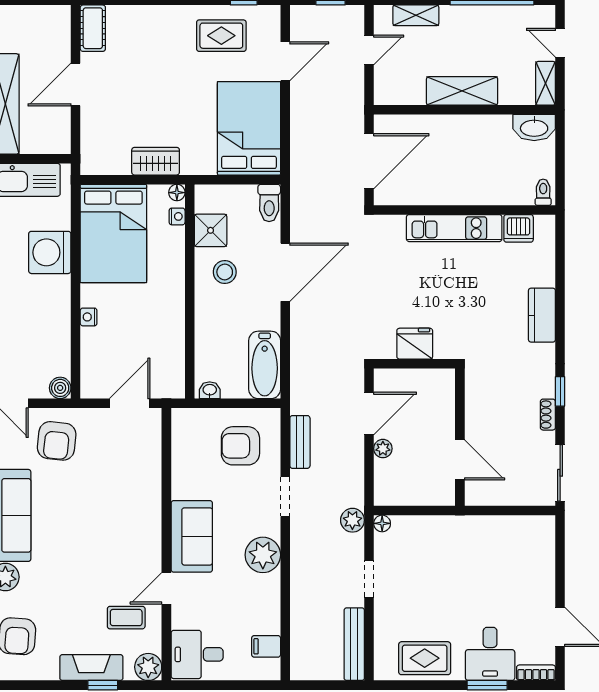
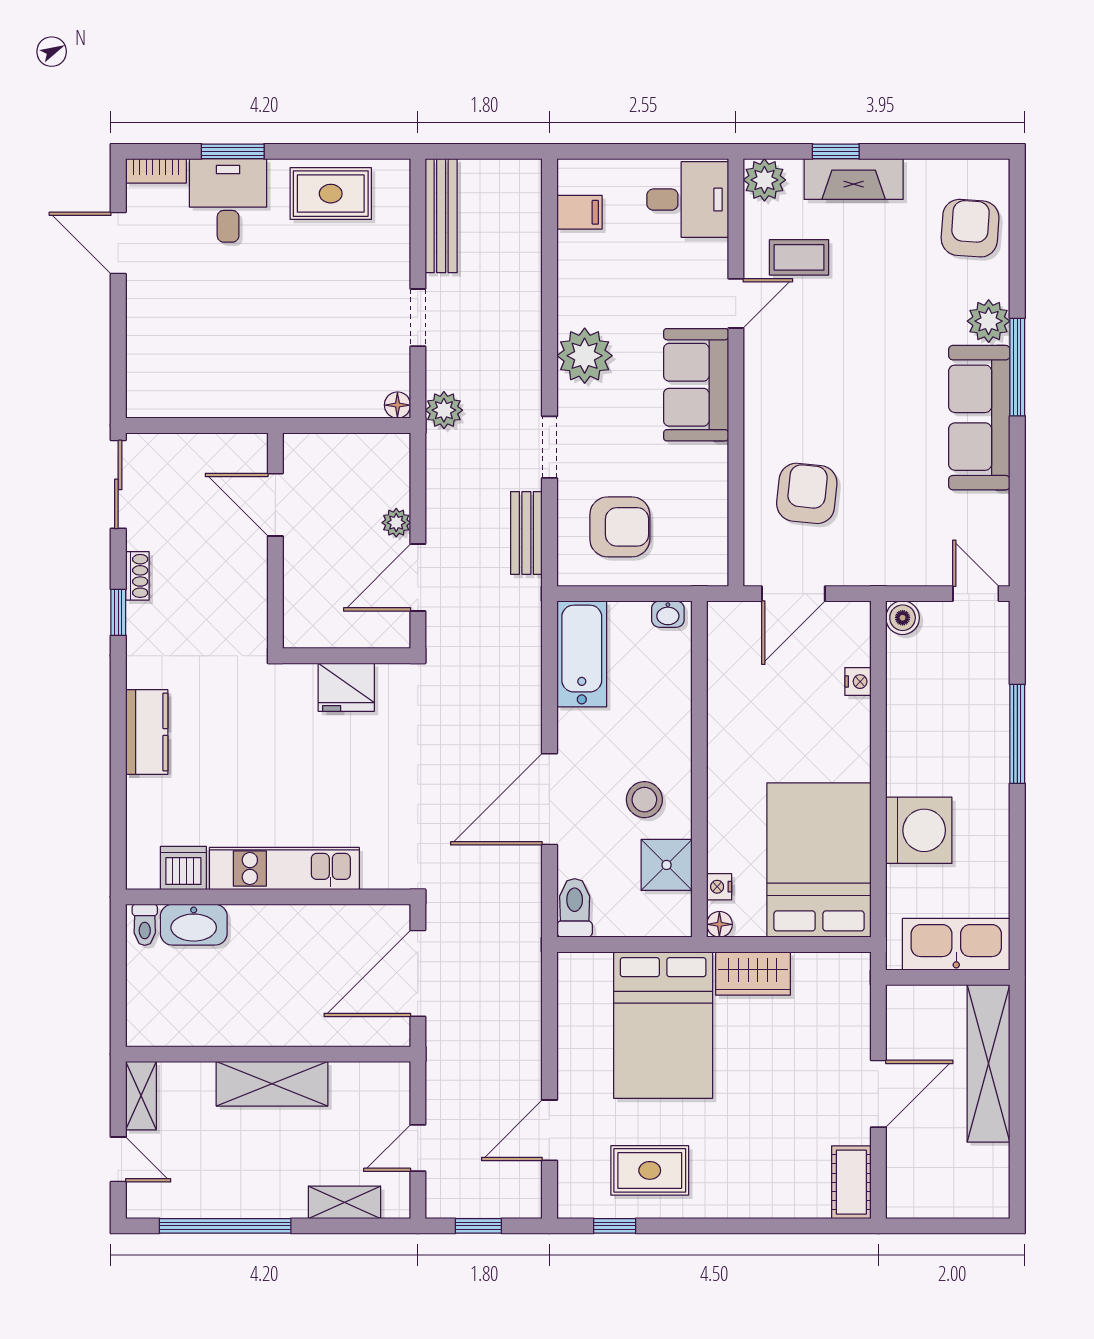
washbasin: (534, 127) -> (194, 925), moved, turned 180
bed: (249, 128) -> (663, 1025), moved
nightstand: (89, 317) -> (858, 682), moved
armchair: (57, 441) -> (807, 493), moved

